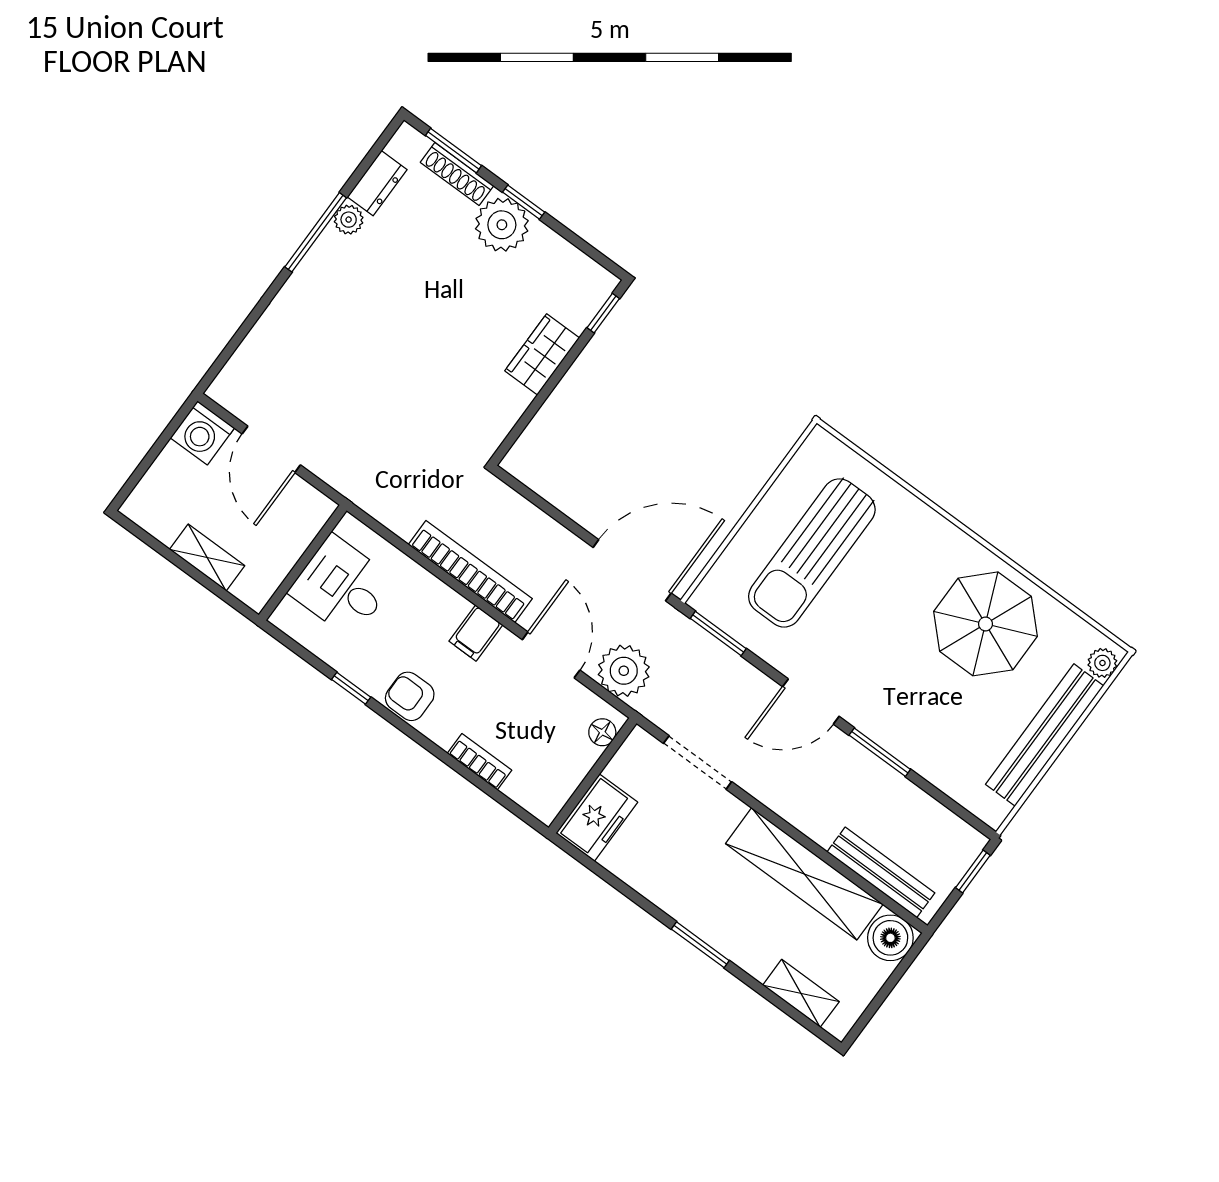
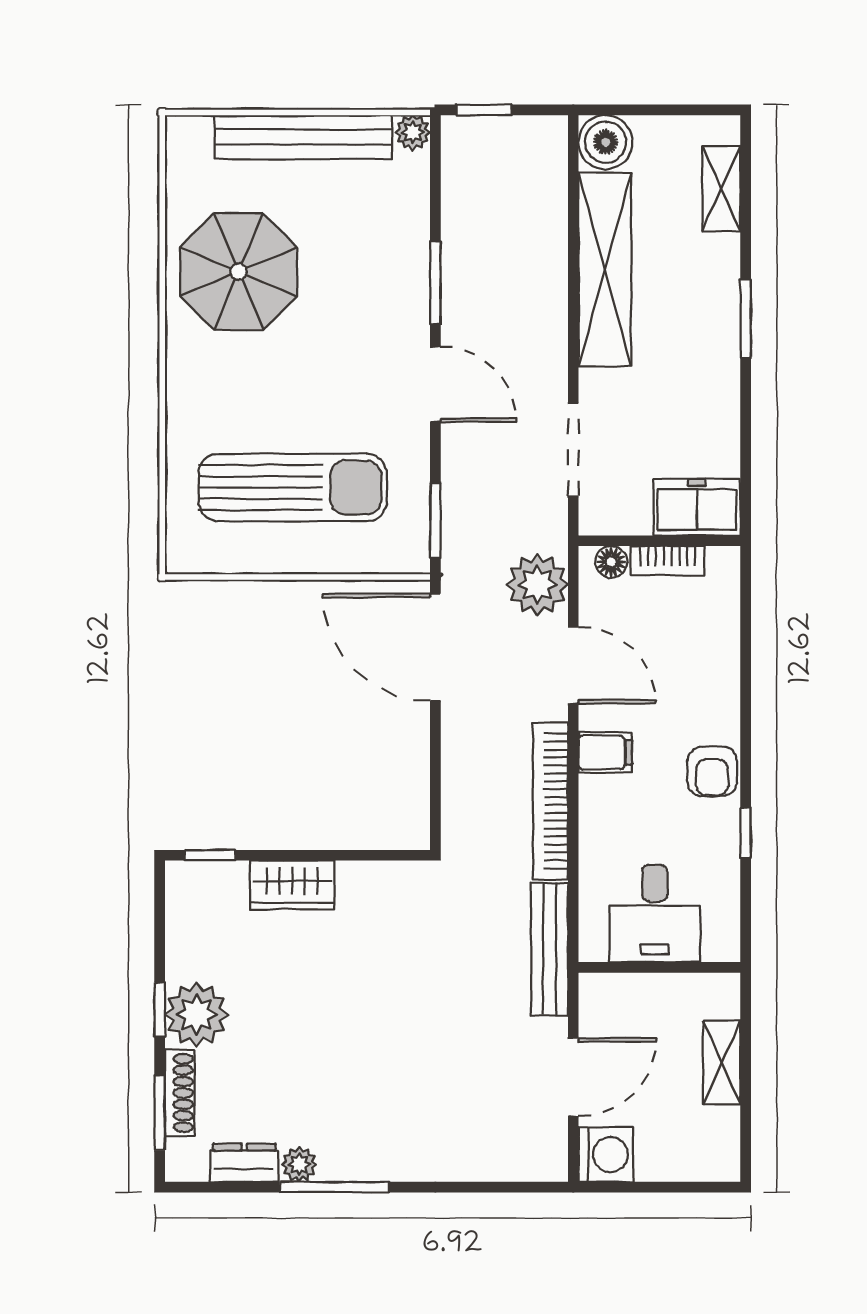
door: (551, 655) -> (573, 665), swing flipped
plant: (1102, 663) -> (413, 132), moved
bookcase: (480, 762) -> (668, 561), moved, turned -90
bench: (881, 872) -> (550, 949), moved

